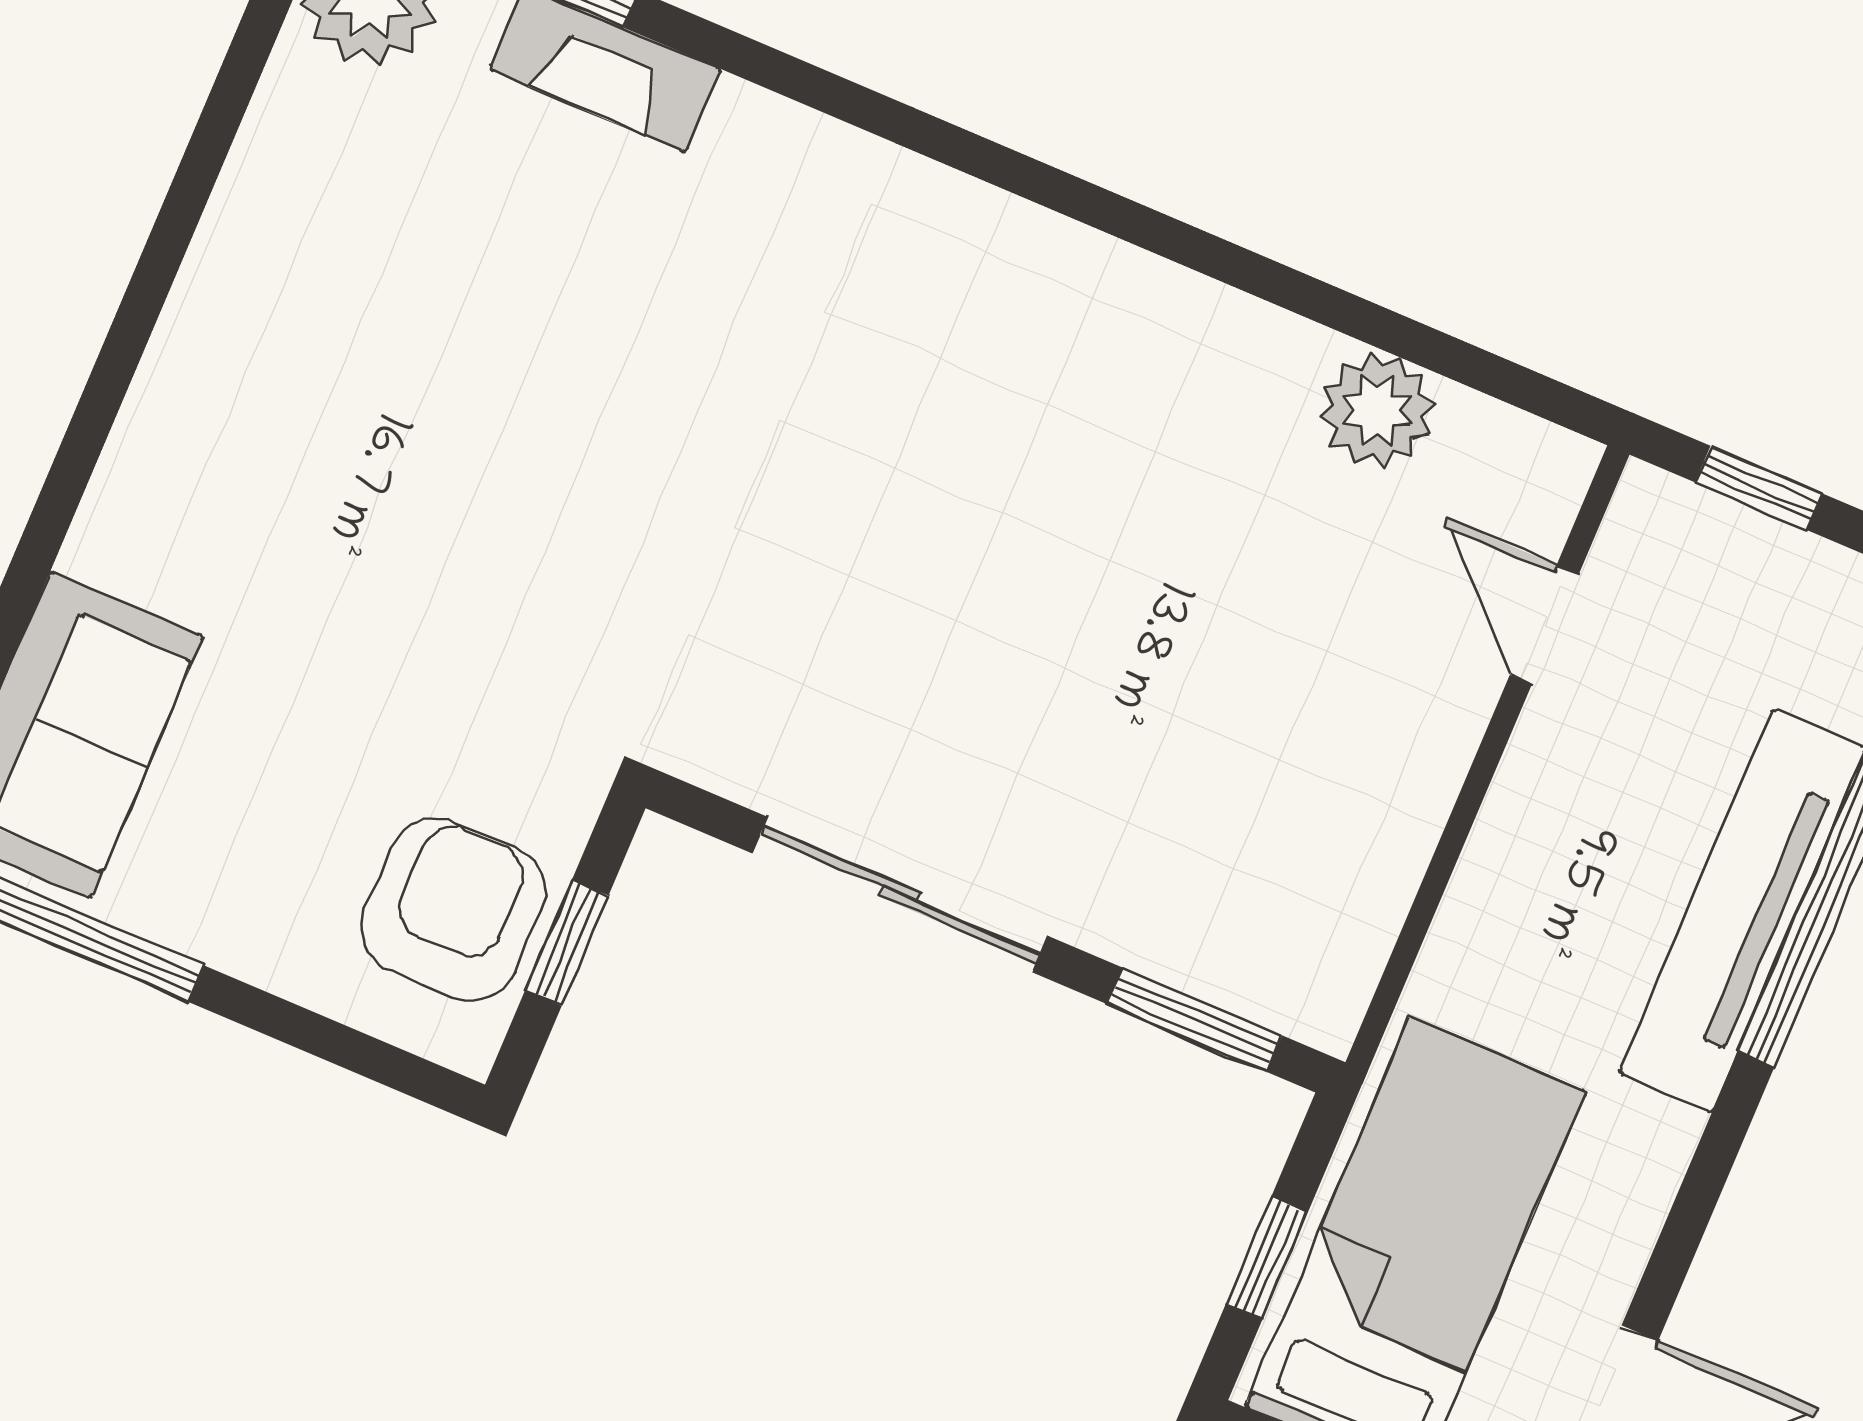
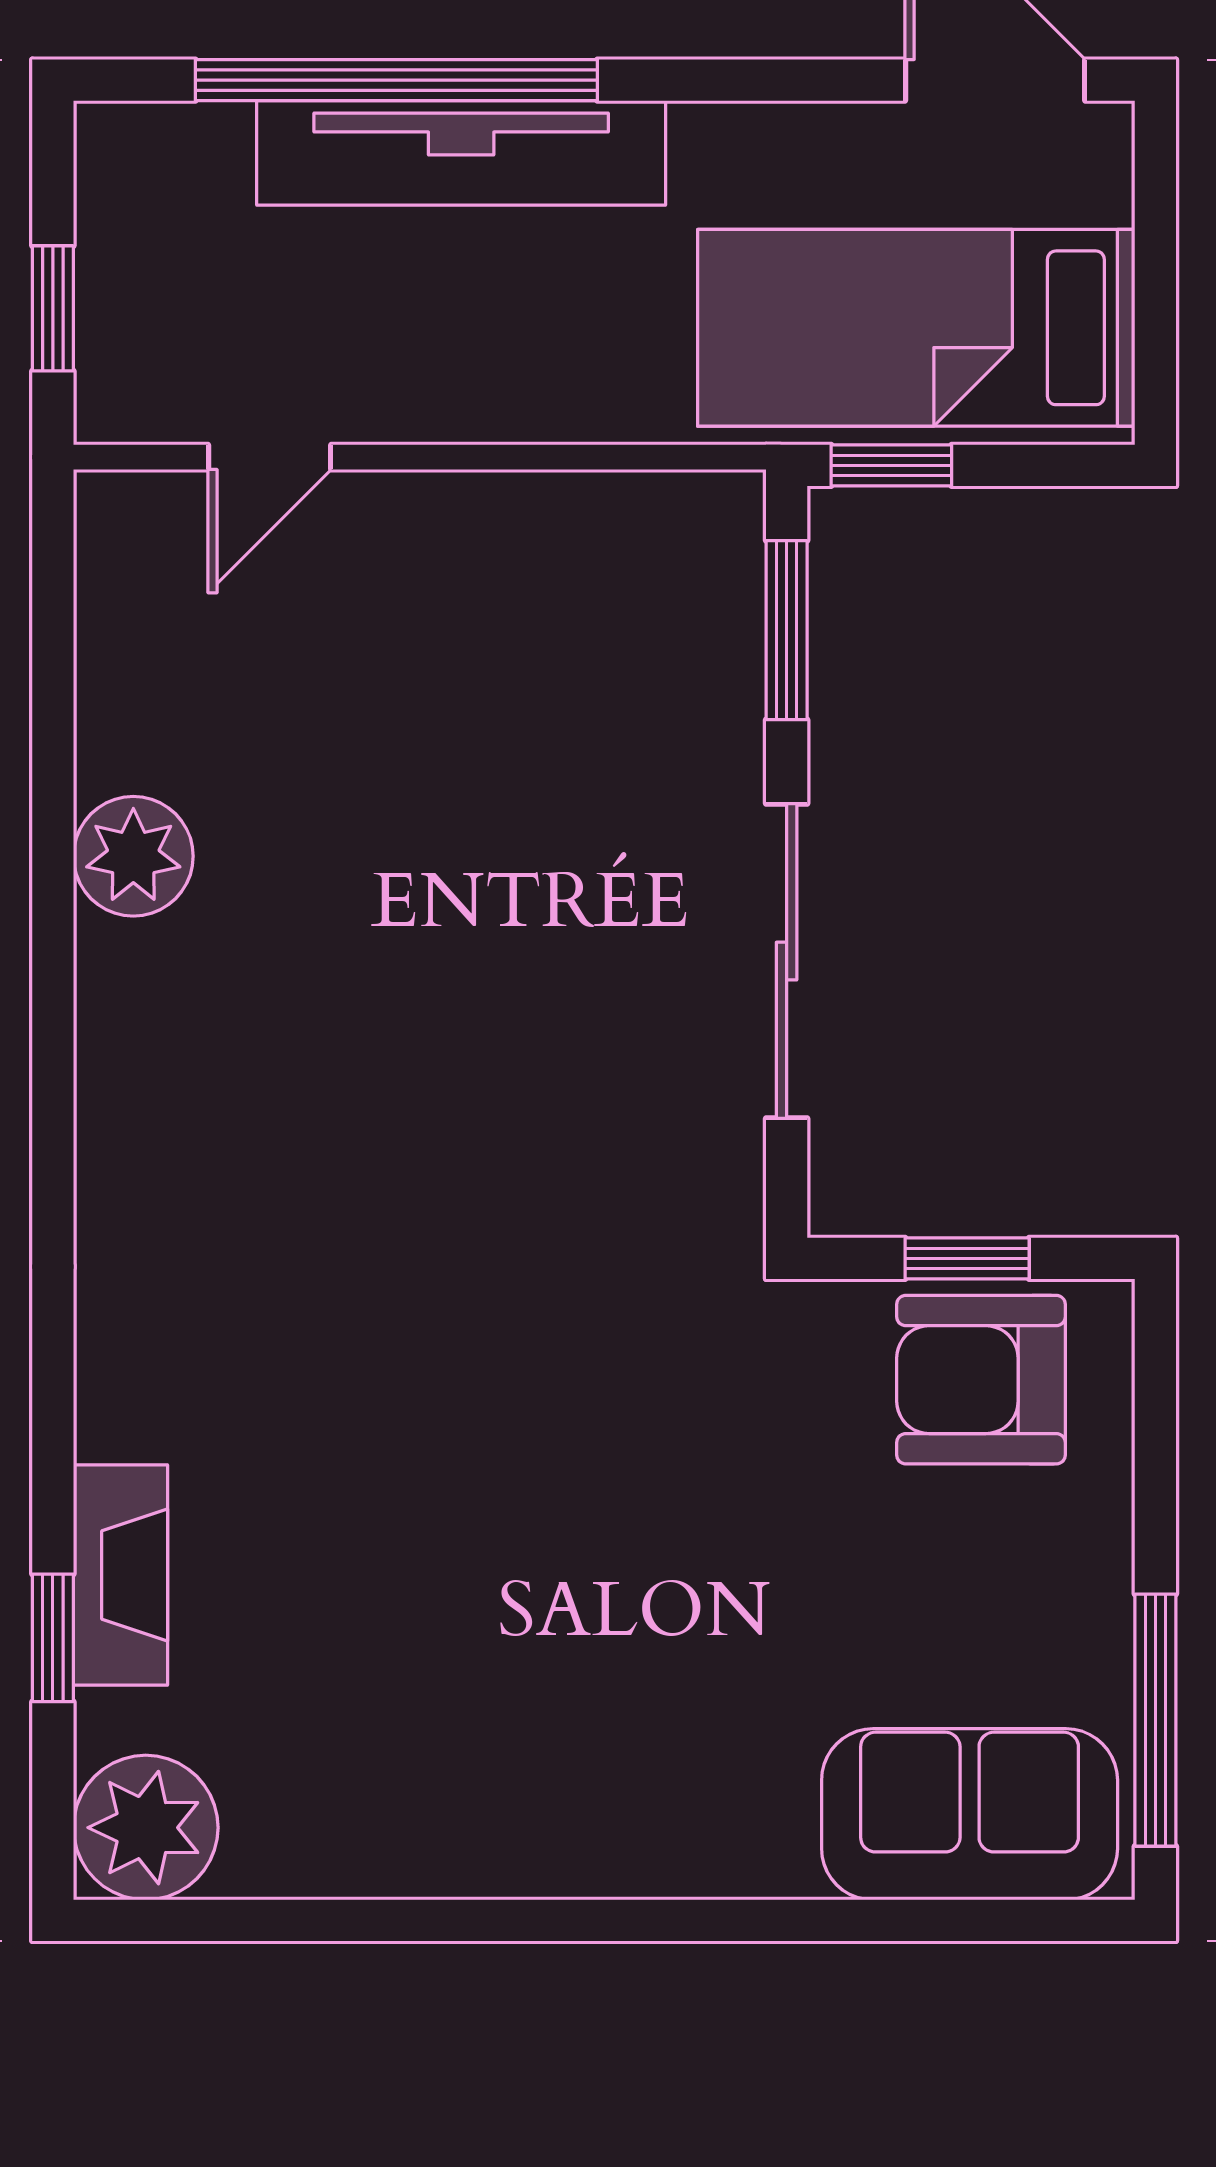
plant: (1377, 410) -> (133, 856), moved
window: (1267, 1258) -> (891, 465), moved

